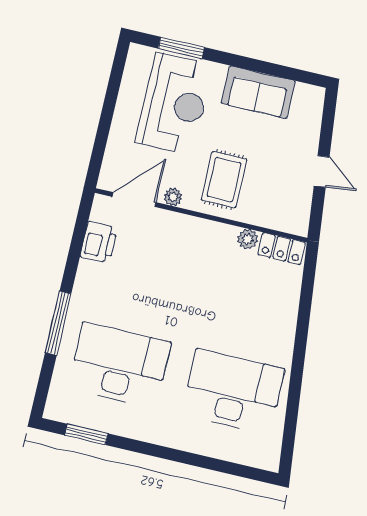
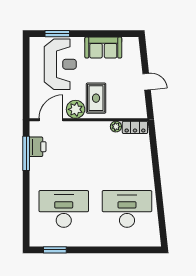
plant: (173, 197) -> (76, 109), width x1.87, depth x1.87
window: (58, 323) -> (26, 153), moved

